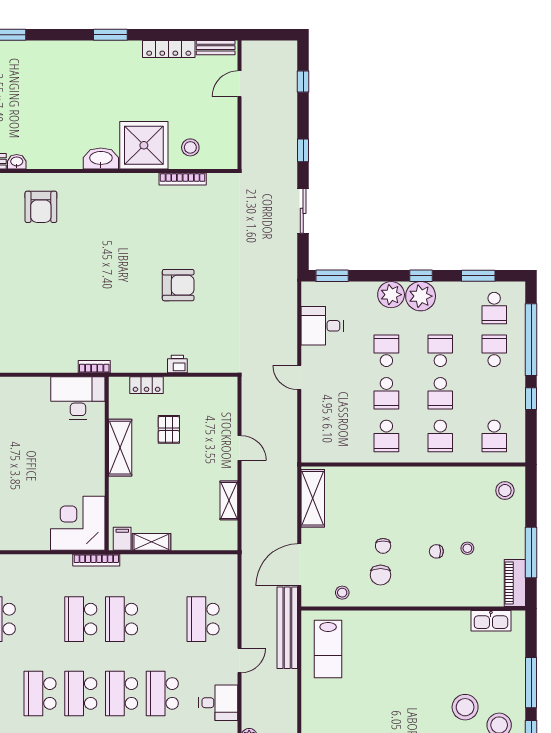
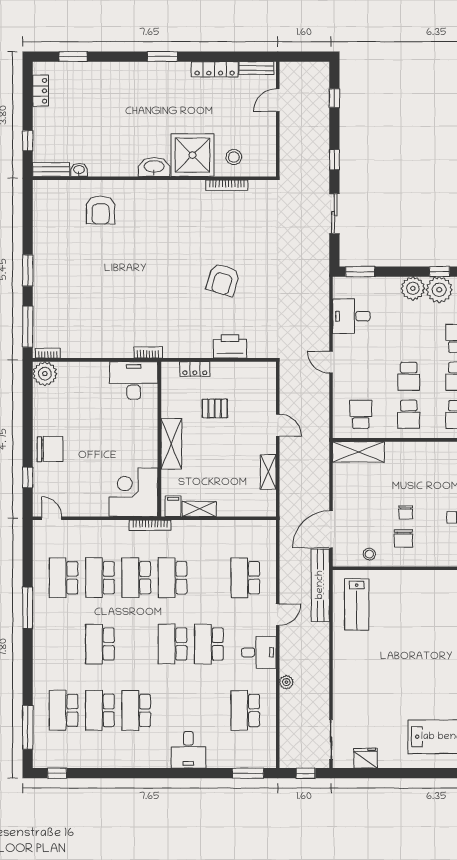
armchair: (178, 285) -> (223, 280), turned 107
school desk: (386, 351) -> (361, 414), moved
printer: (177, 364) -> (230, 346), width x1.87, depth x1.48
pallet: (169, 429) -> (215, 408), turned 90
shelving: (120, 448) -> (171, 444), moved
shelving: (313, 498) -> (358, 452), moved, turned 90
school desk: (81, 693) -> (100, 578), moved

